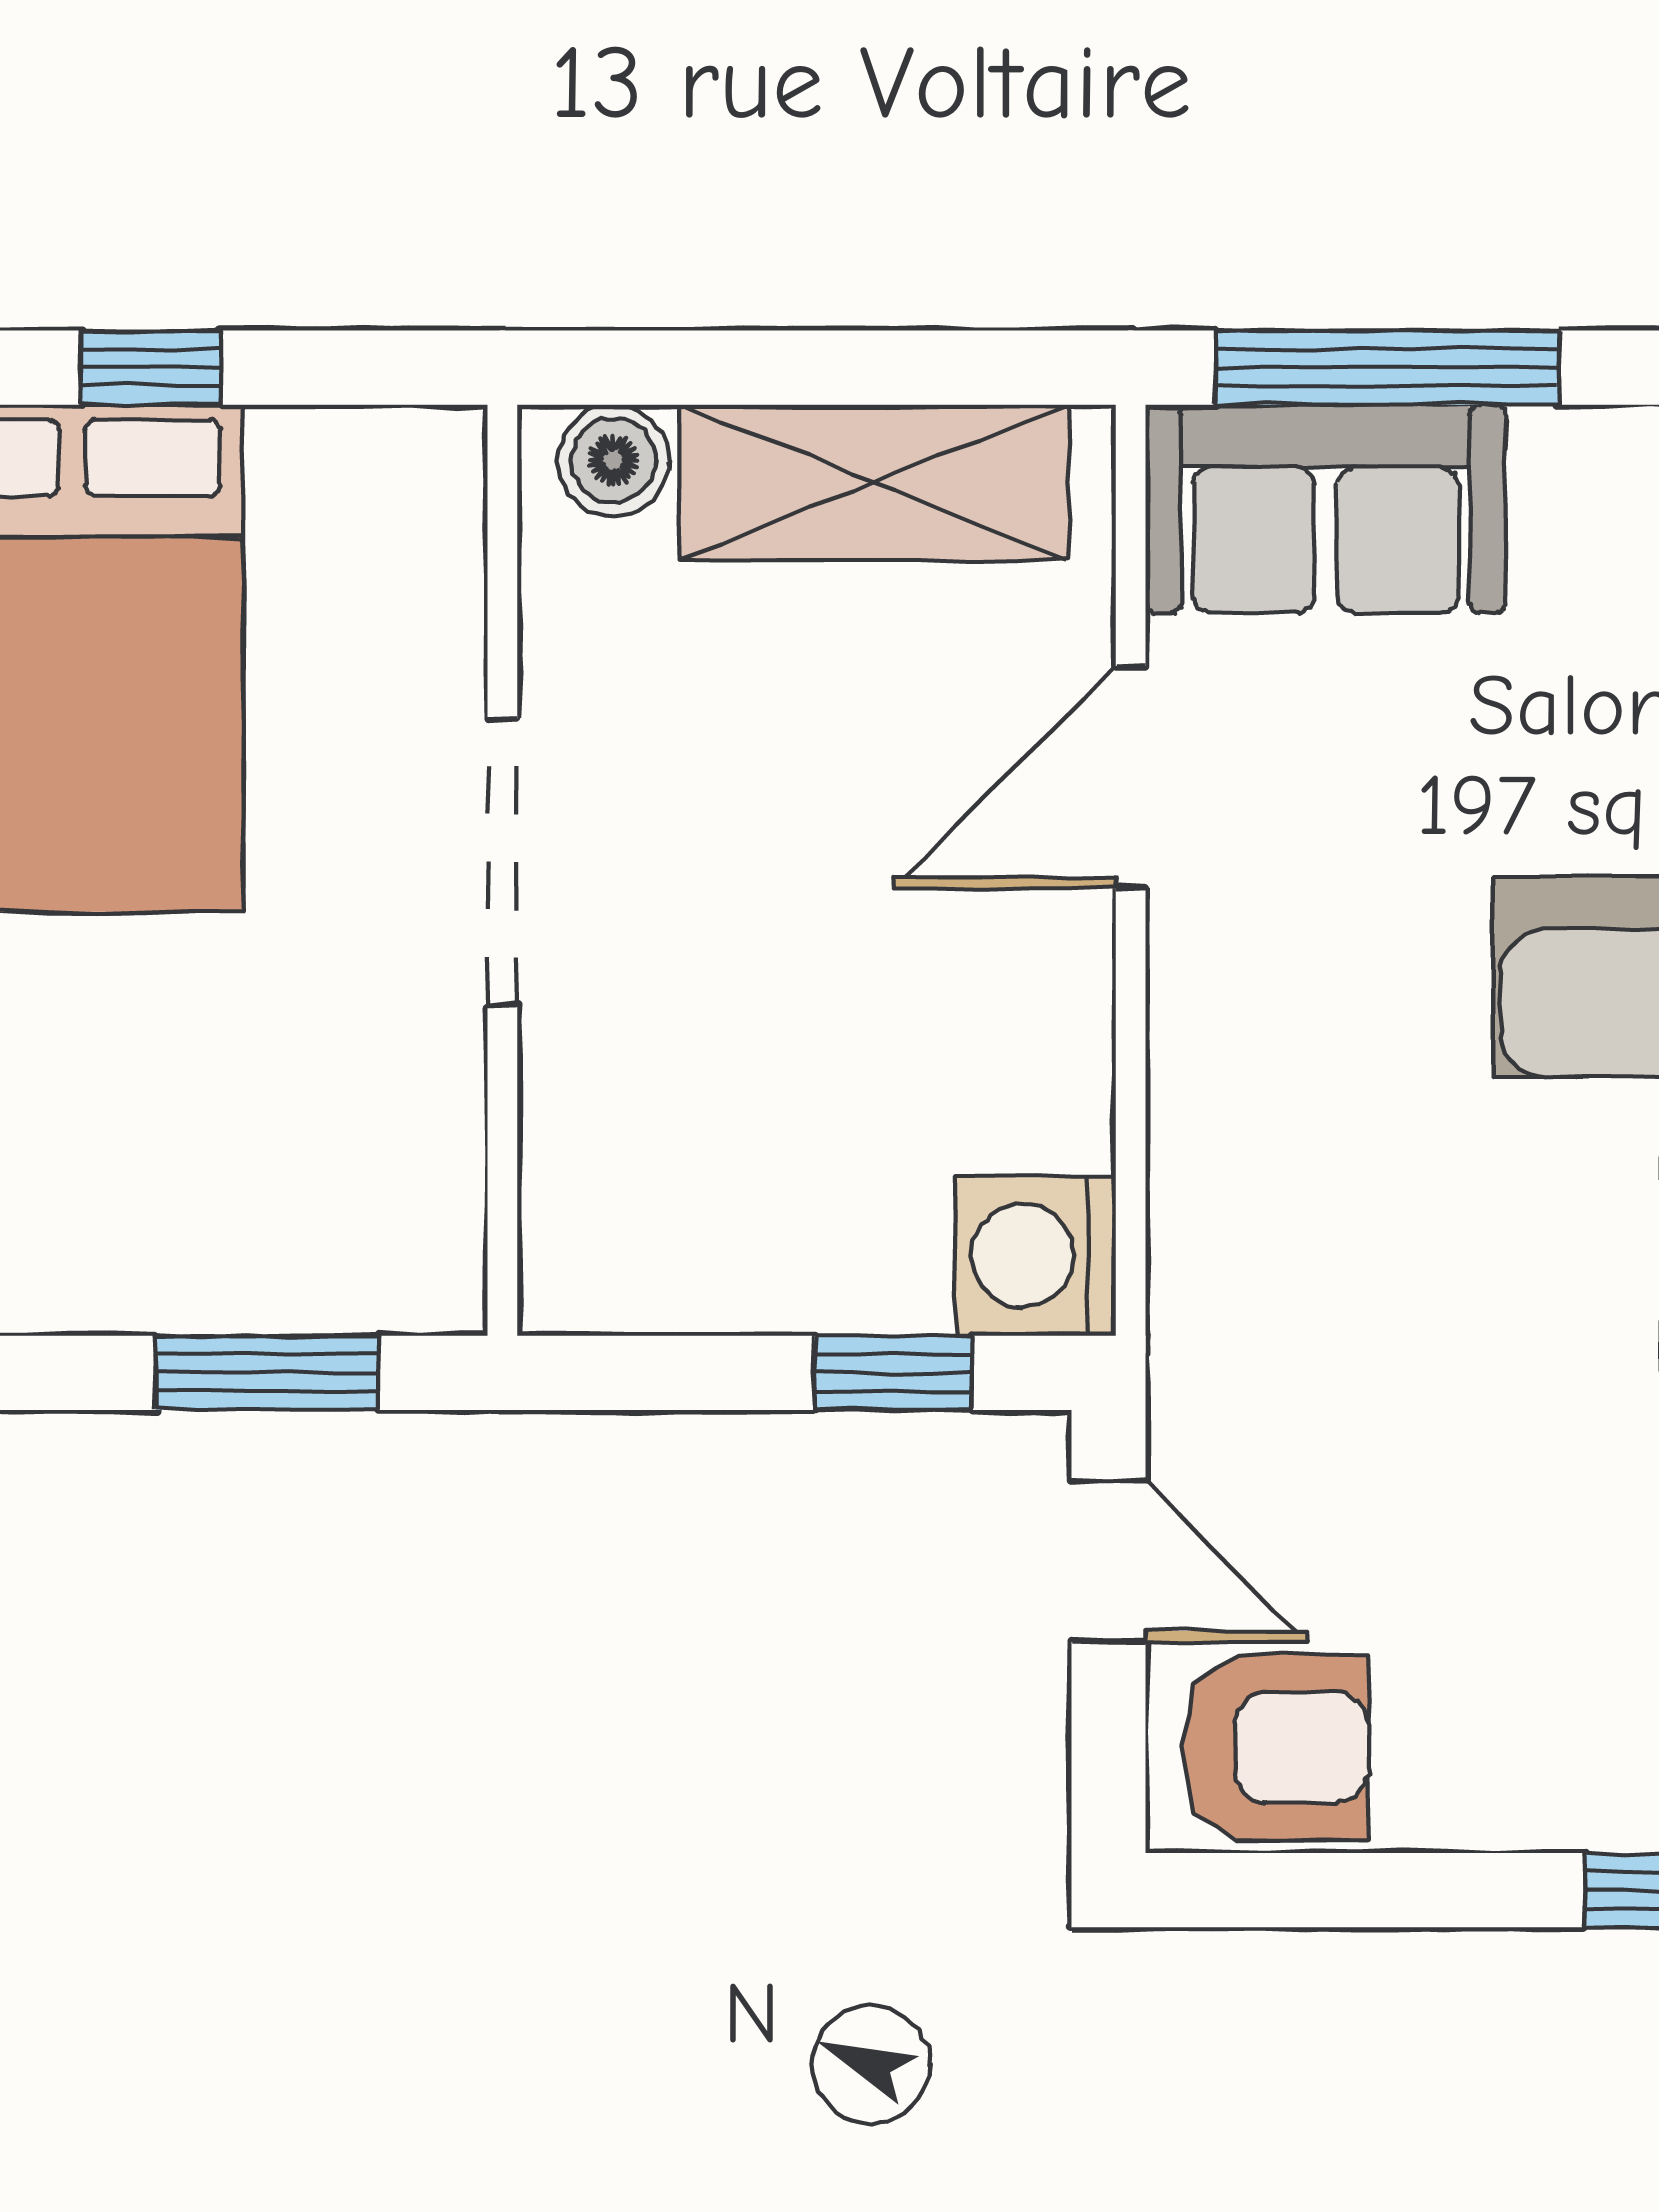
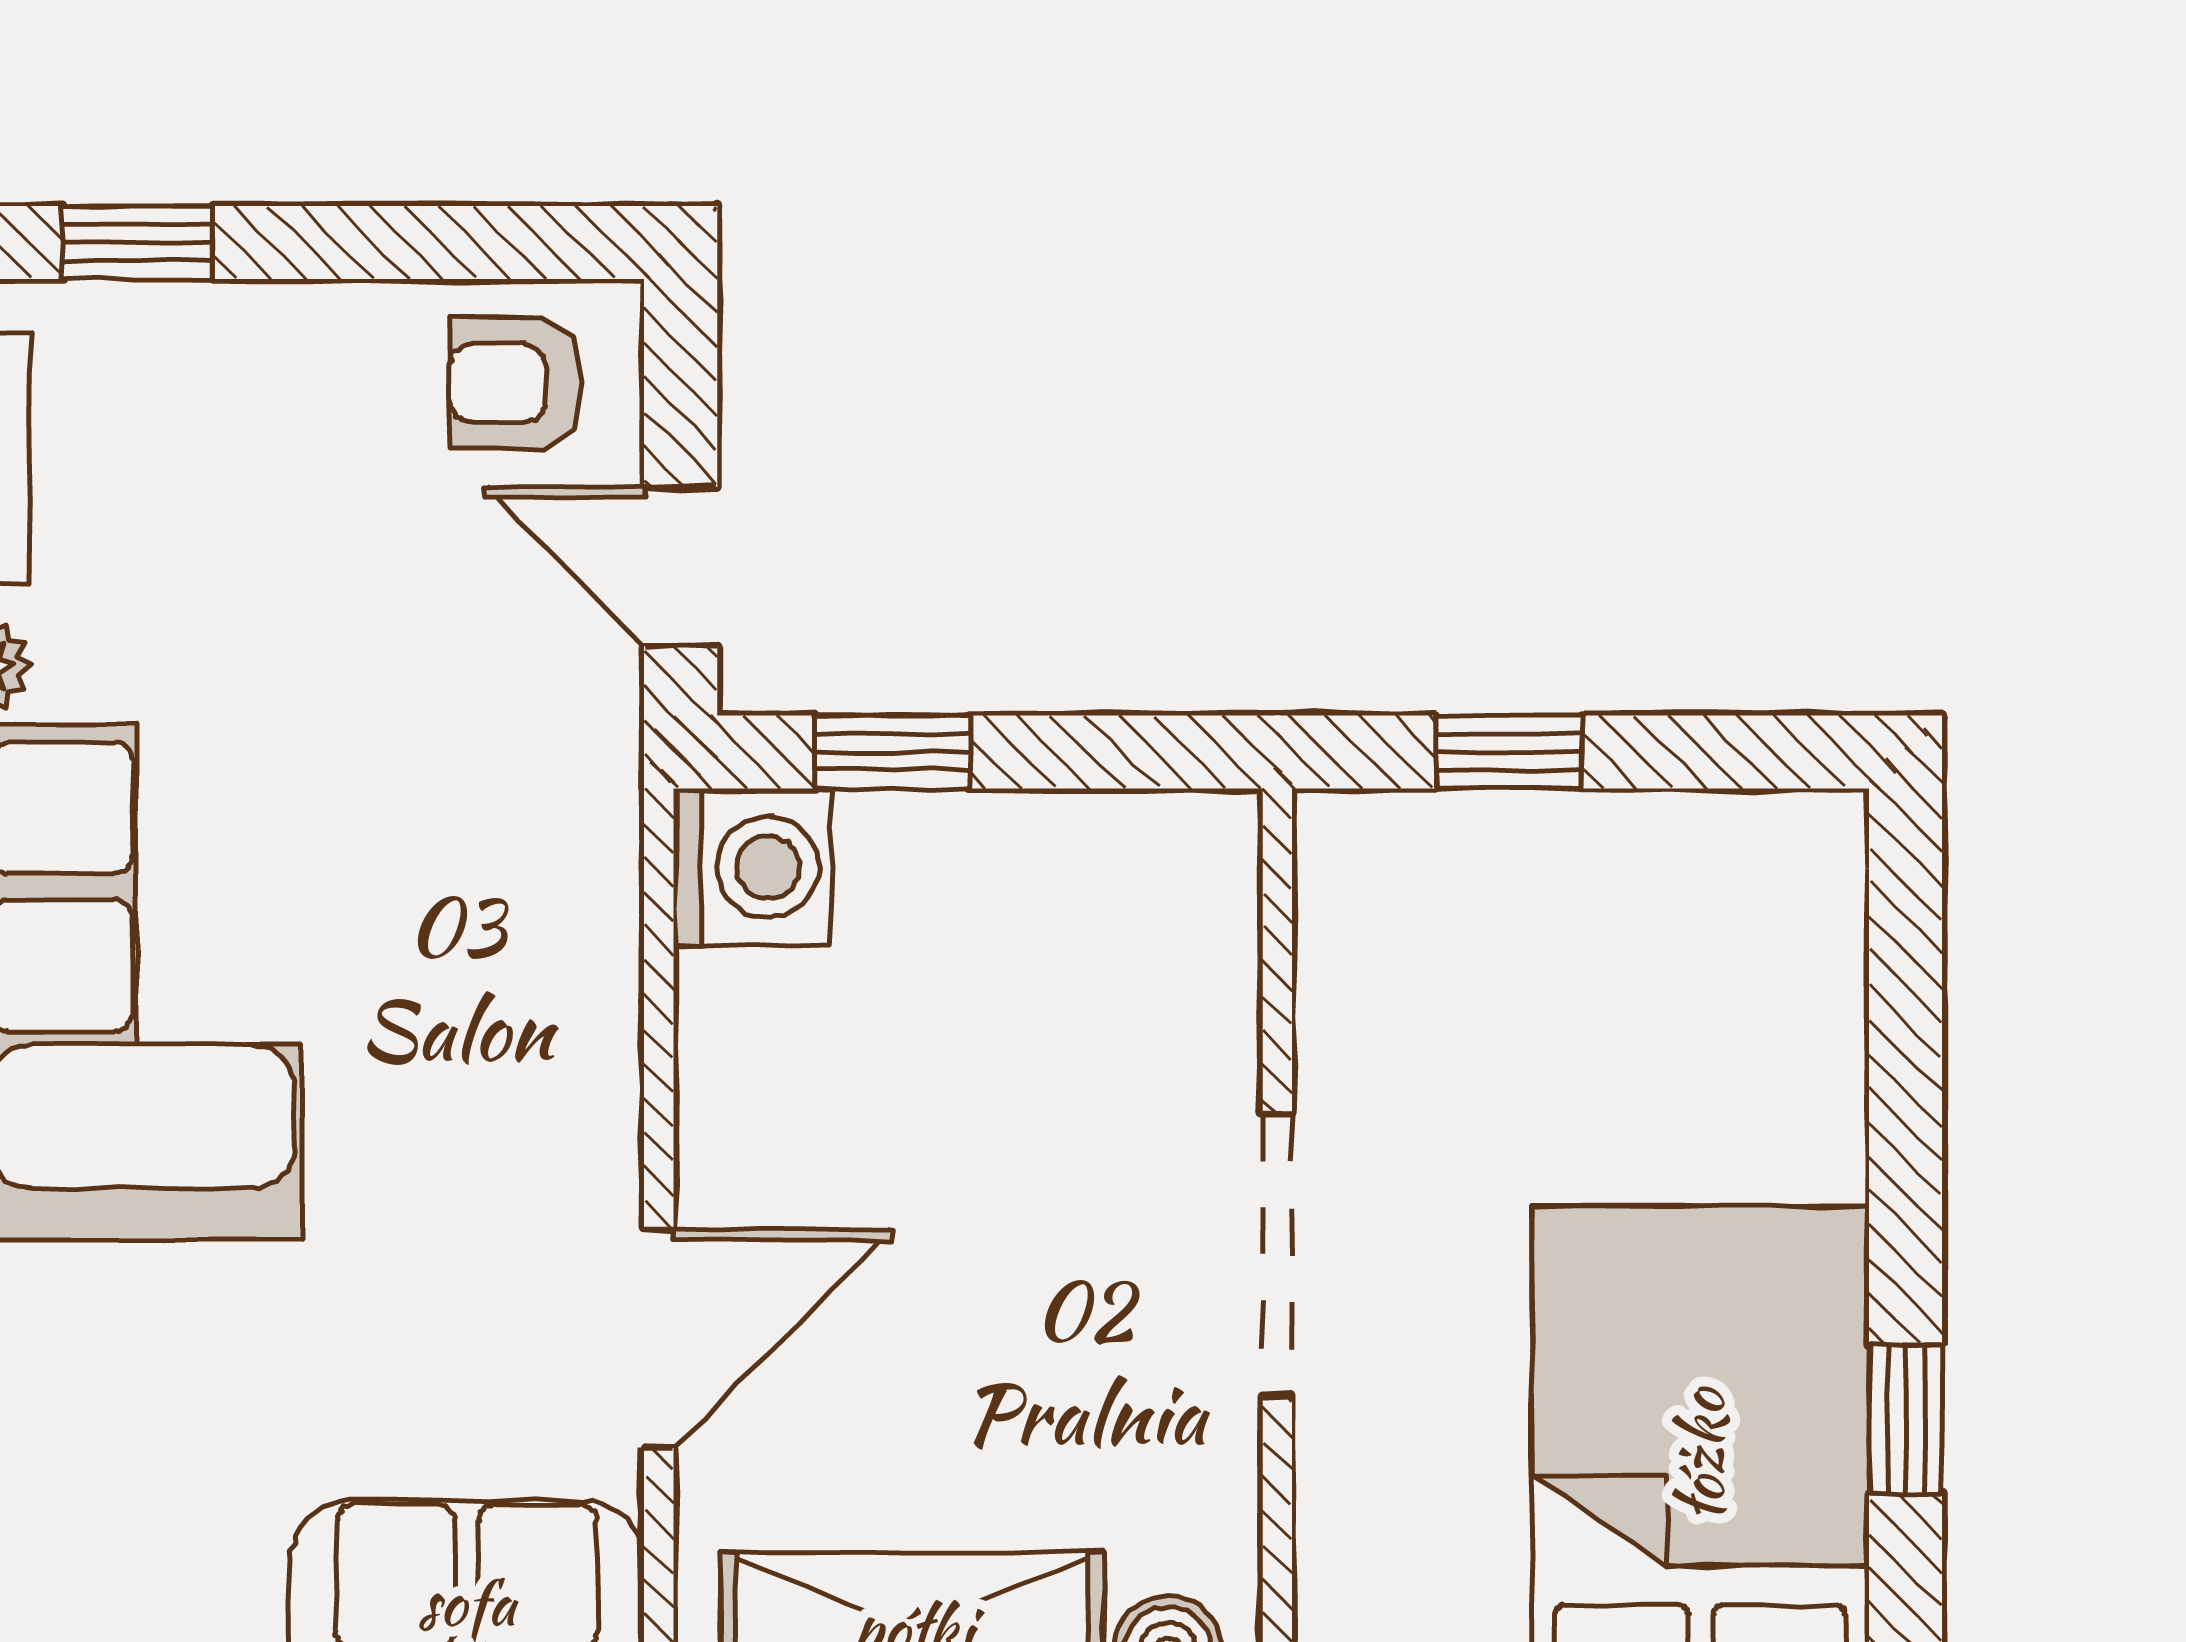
window: (267, 1373) -> (1509, 752), width x0.67
armchair: (1275, 1747) -> (516, 383), width x0.72, depth x0.72

